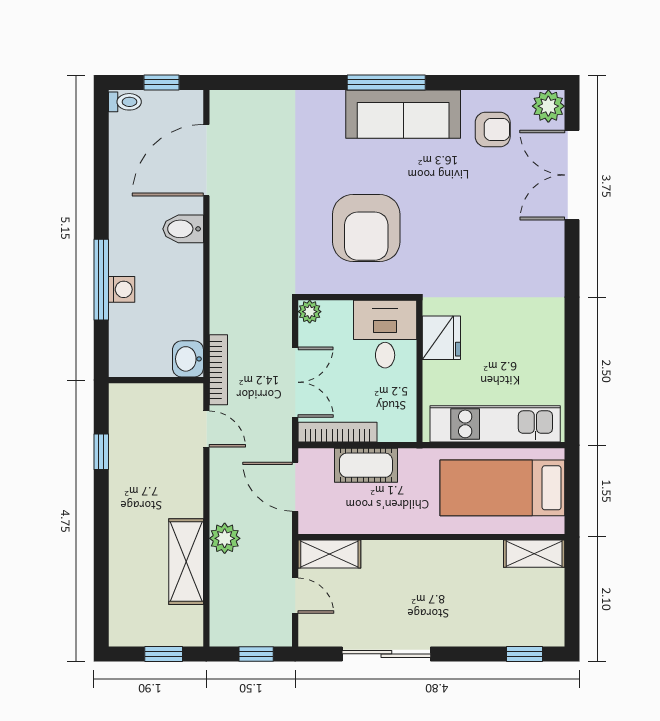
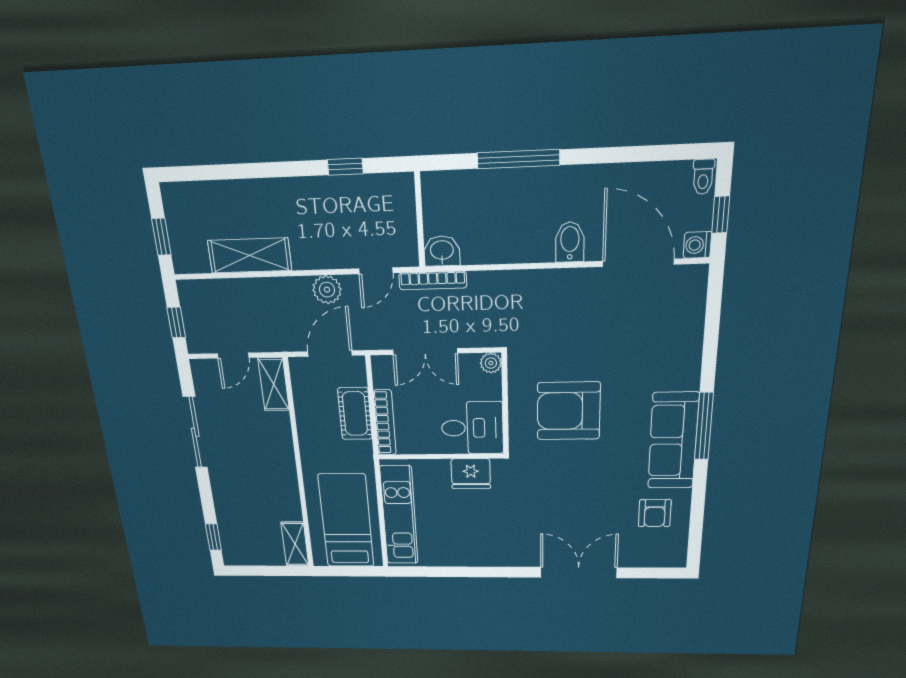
plant: (548, 106) -> (673, 555), removed
double door: (572, 175) -> (579, 572), moved
washing machine: (122, 289) -> (697, 245), moved, turned 90
bookcase: (337, 432) -> (385, 423), moved
plant: (225, 538) -> (327, 290), moved

